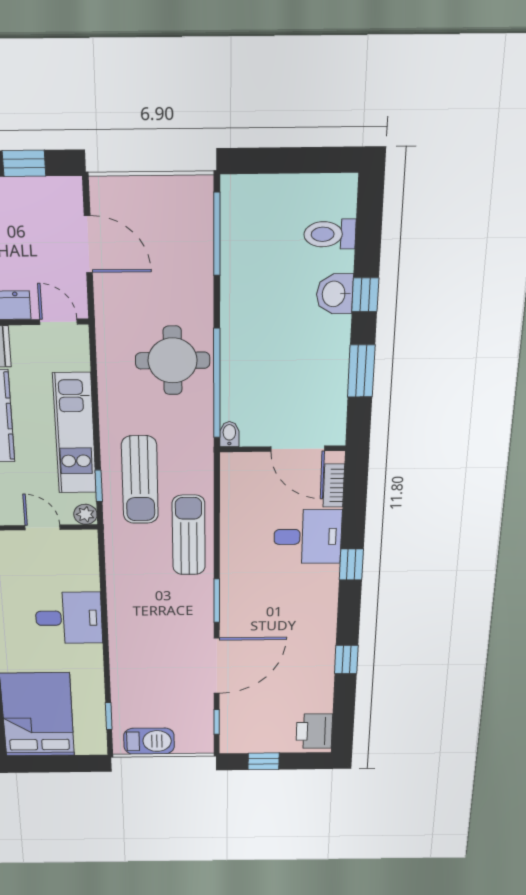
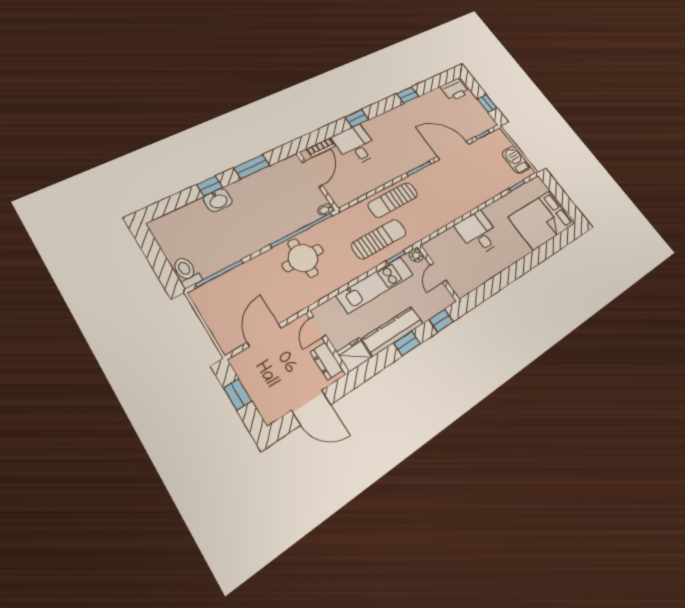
toilet: (330, 234) -> (186, 272), moved, turned 180

